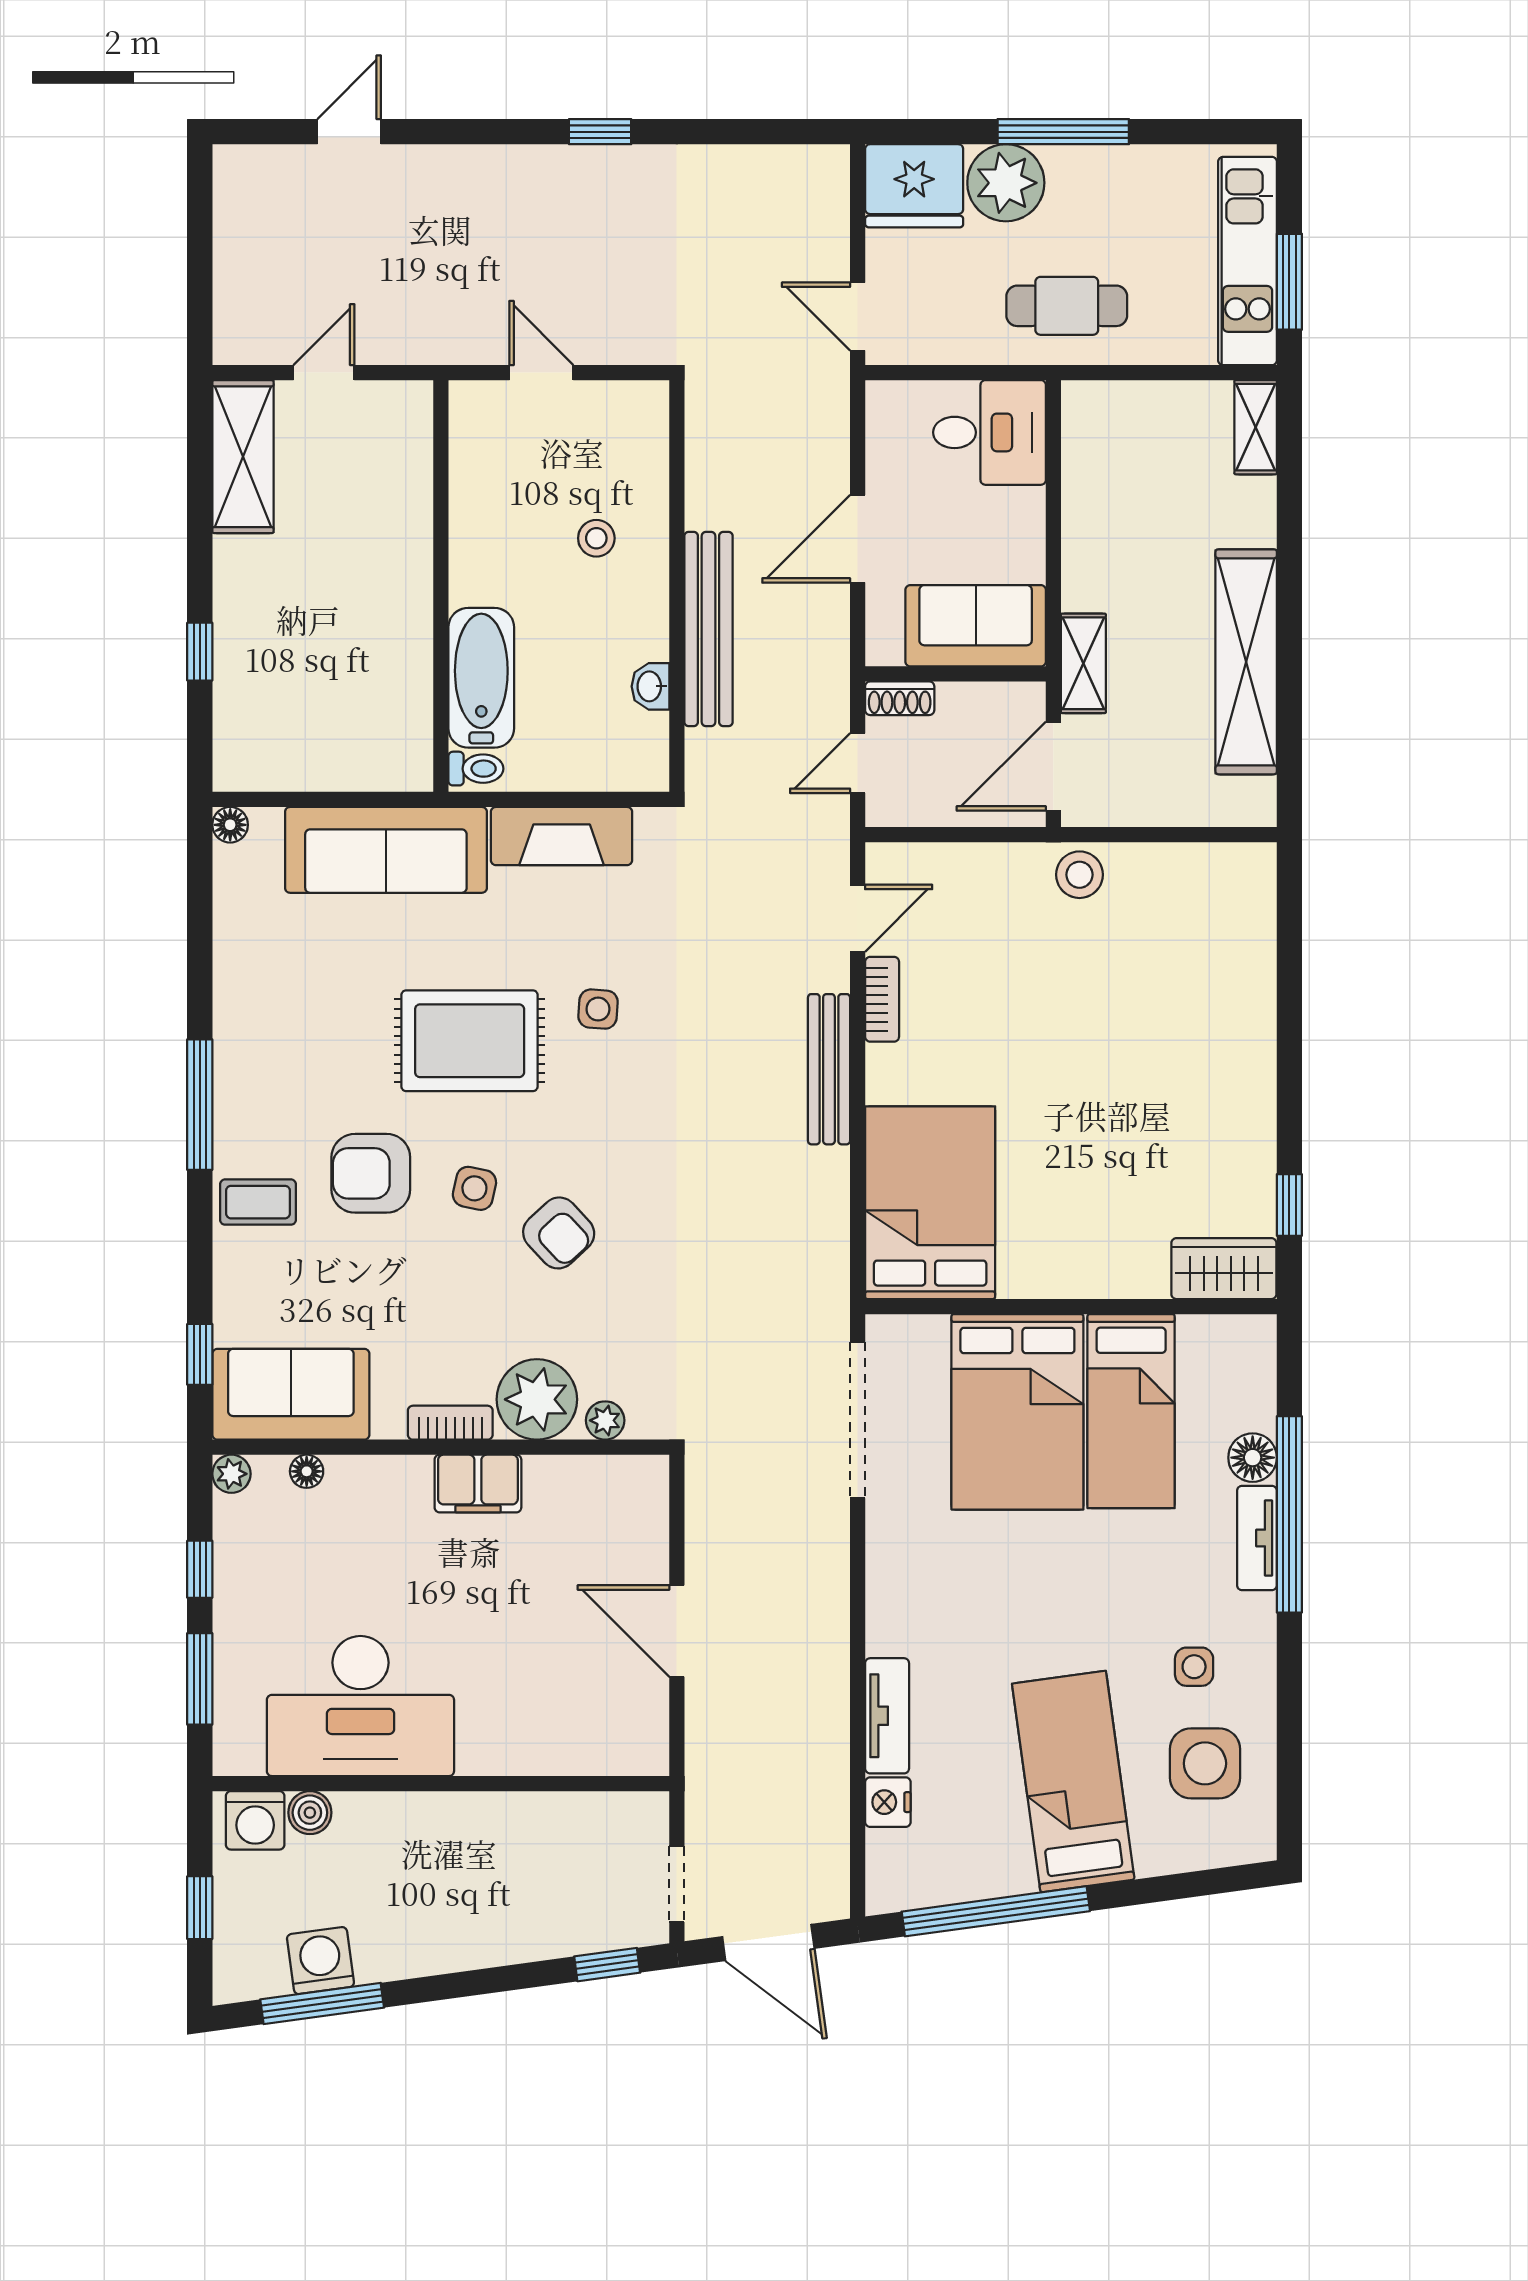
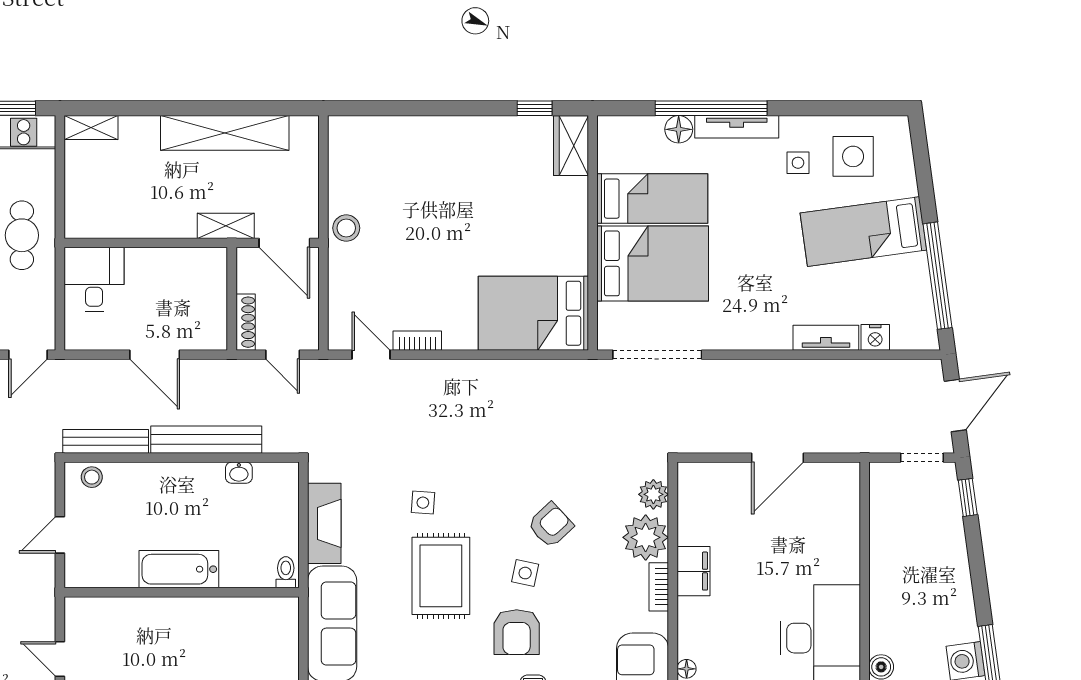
stool: (596, 538) -> (92, 477), moved
sofa: (976, 626) -> (204, 287), removed
bathtub: (481, 678) -> (179, 569), moved
shoe rack: (900, 698) -> (246, 322), width x1.43
bench: (829, 1069) -> (106, 441), moved
plant: (605, 1420) -> (653, 494), width x1.38, depth x1.38
tv unit: (1257, 1538) -> (737, 127), width x1.41

